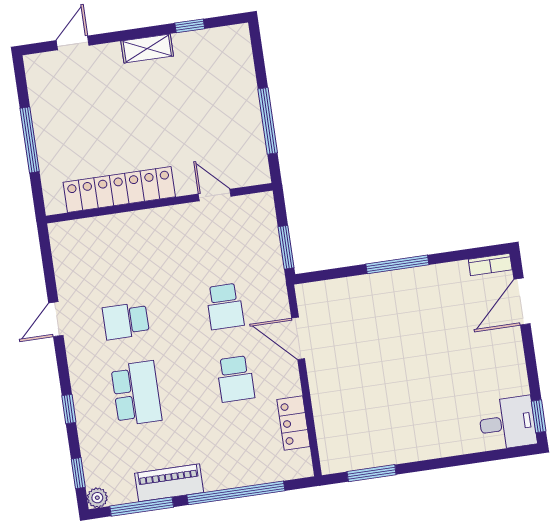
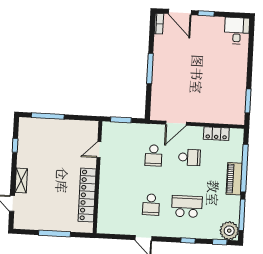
shelving: (147, 49) -> (21, 181), moved
window: (268, 121) -> (48, 116), moved
window: (286, 247) -> (121, 120), moved
school desk: (225, 306) -> (154, 155), turned 90
window: (539, 416) -> (206, 13), moved
piano: (169, 483) -> (234, 179), moved
plant: (97, 498) -> (229, 231), width x1.87, depth x1.87

